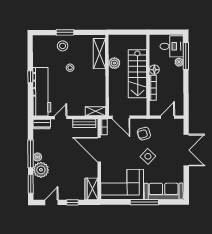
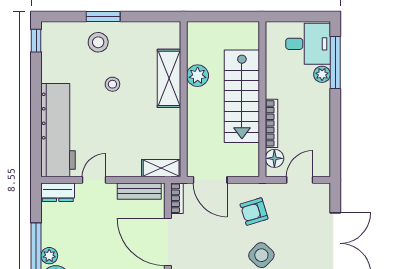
shelving: (99, 54) -> (169, 78), moved
floor lamp: (154, 70) -> (274, 158), moved
window: (30, 77) -> (36, 41), moved

